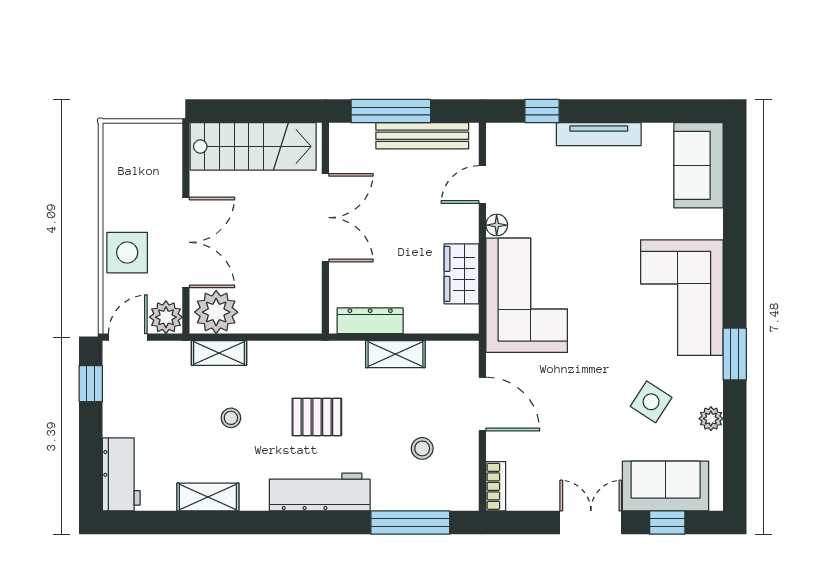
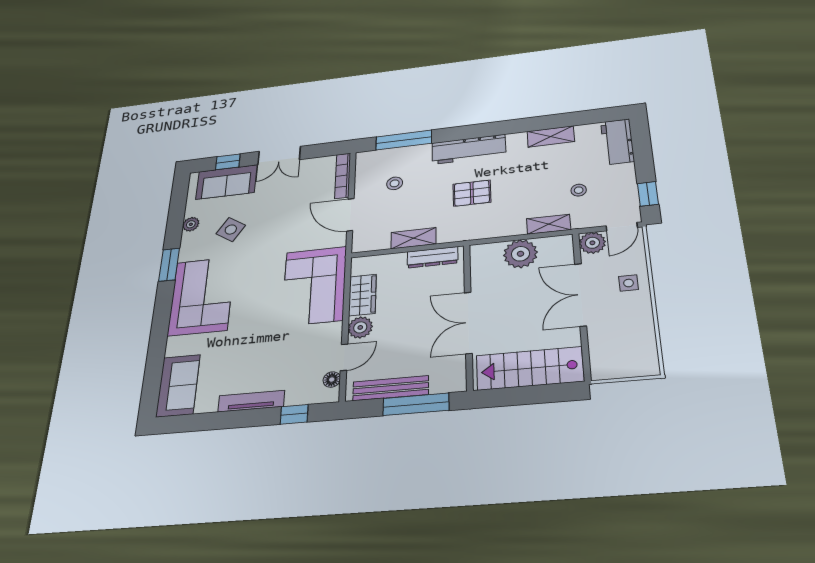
floor lamp: (497, 225) -> (332, 380), moved
plant: (463, 226) -> (360, 327), added
side table: (127, 253) -> (629, 283), width x0.54, depth x0.54
plant: (216, 312) -> (520, 254), moved
stool: (231, 418) -> (579, 190), moved
bookcase: (496, 486) -> (343, 176), width x1.56

